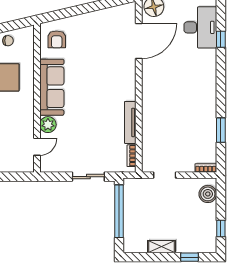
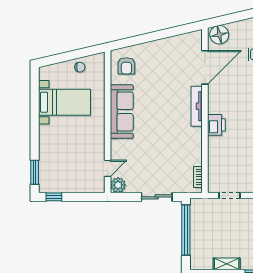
printer: (151, 101) -> (216, 125), added
tv unit: (130, 122) -> (197, 106), moved
plant: (48, 125) -> (118, 185), moved

